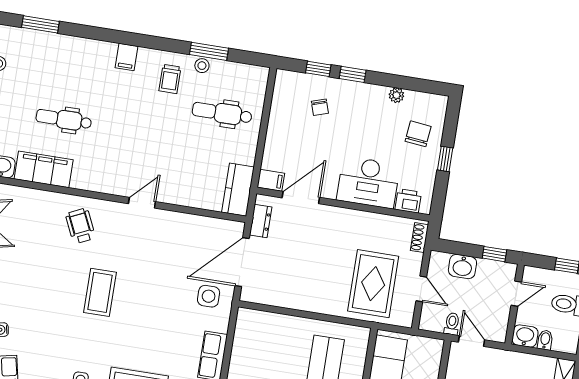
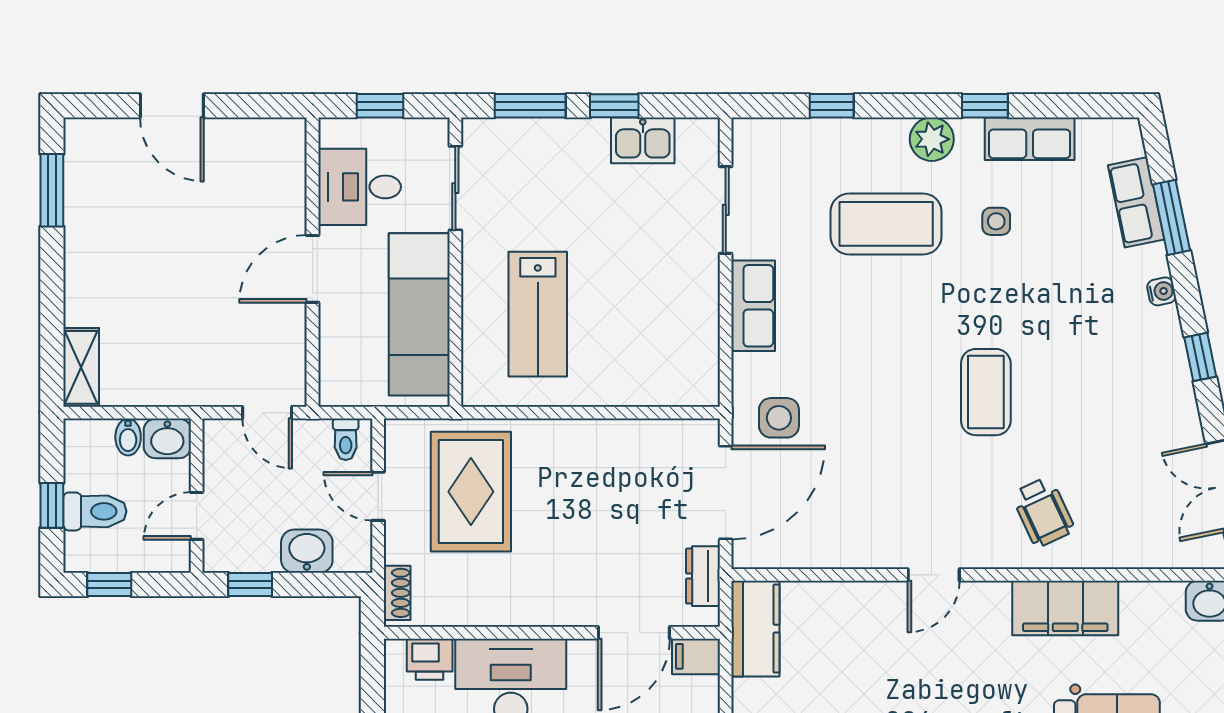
filing cabinet: (44, 169) -> (1065, 608), moved
toilet: (452, 324) -> (346, 439), moved

